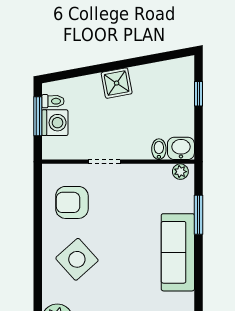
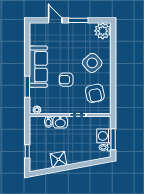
shower: (117, 83) -> (58, 159), moved
washbasin: (181, 148) -> (60, 122), moved
armchair: (72, 202) -> (95, 93), turned 78
armchair: (126, 228) -> (66, 80), added

